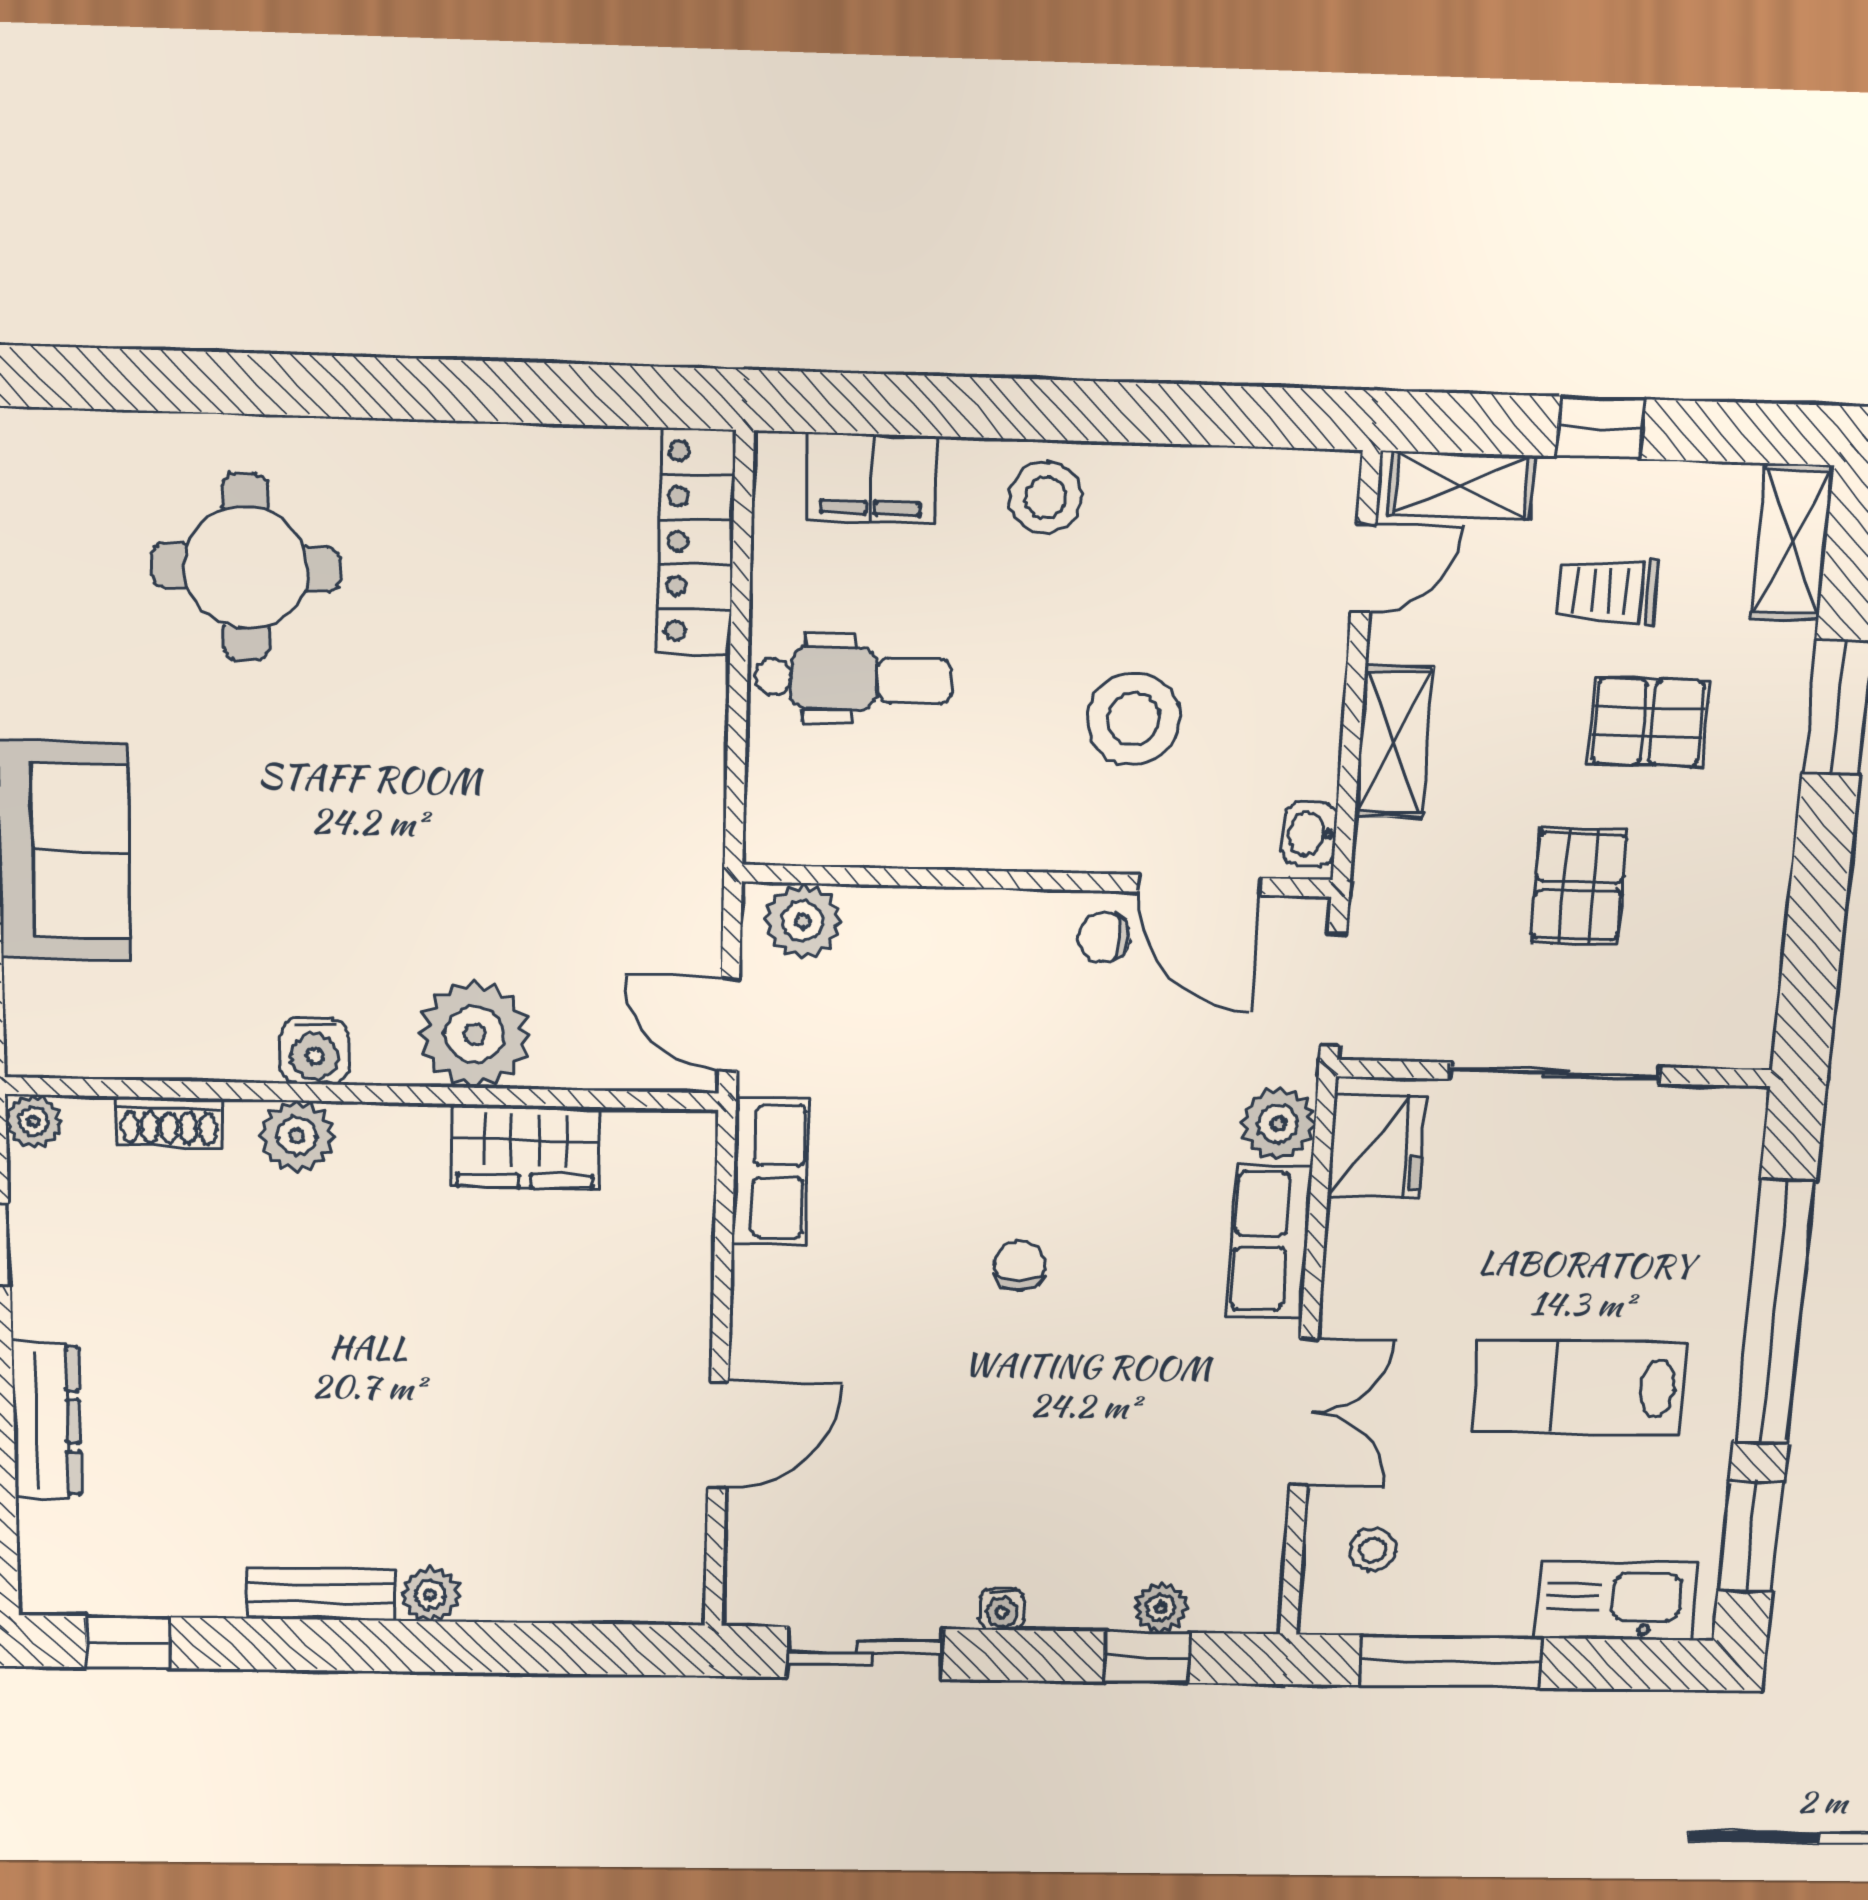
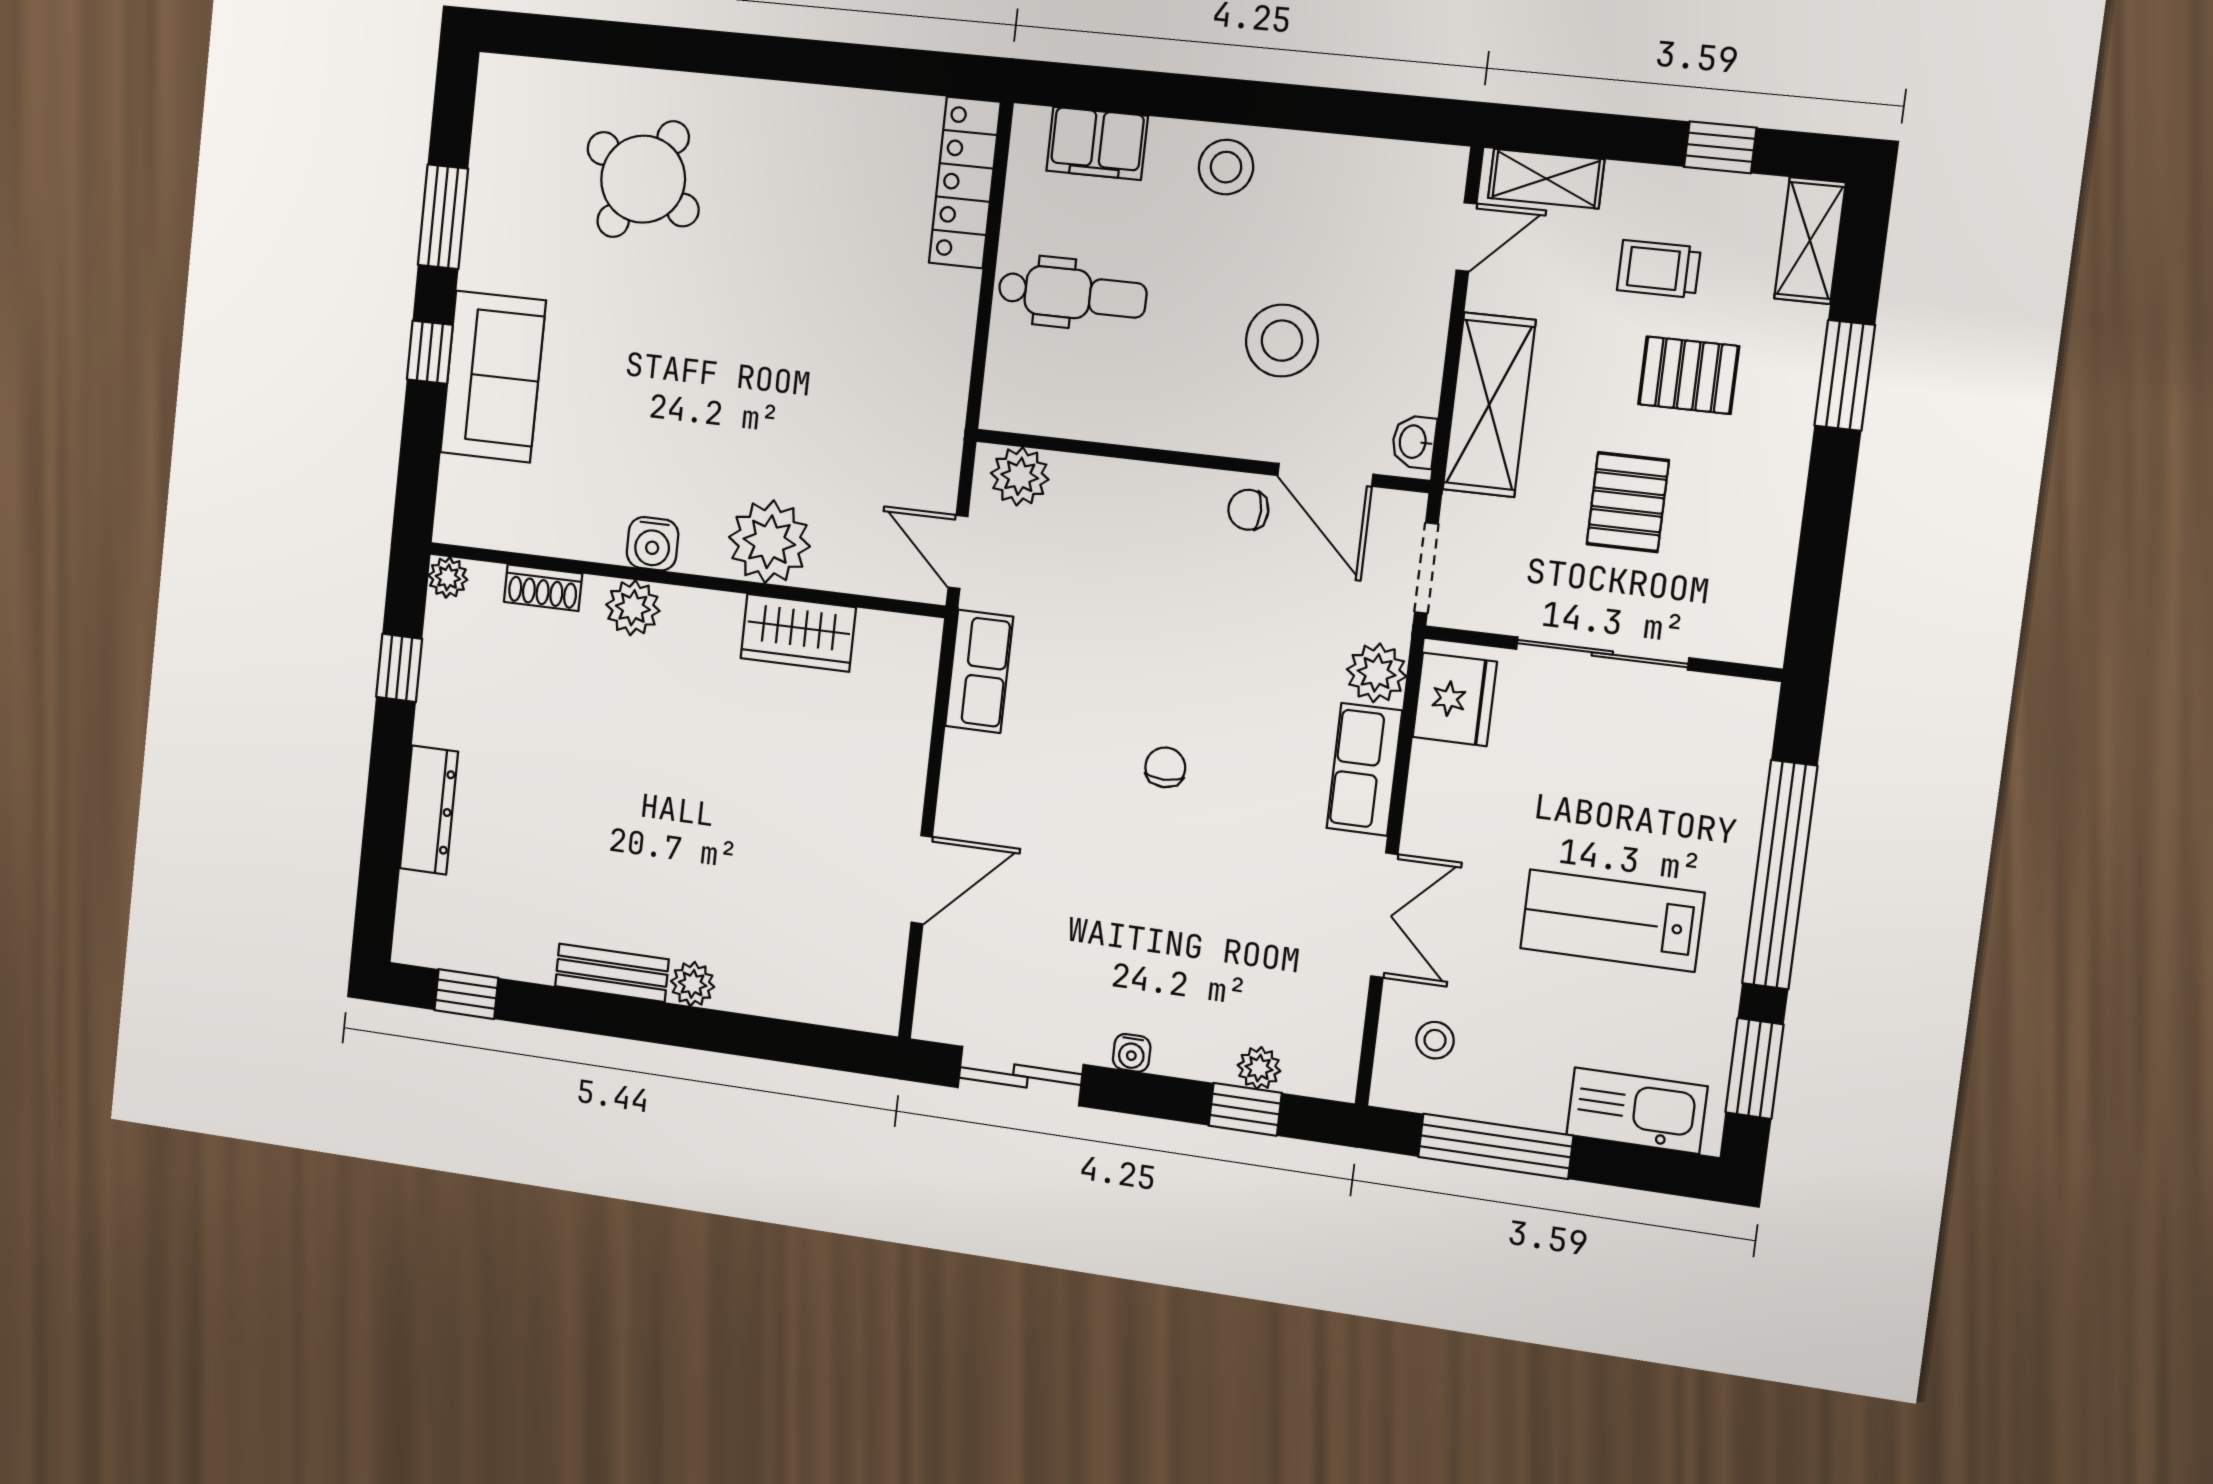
window: (1600, 428) -> (1720, 147), moved
round table: (246, 567) -> (643, 179), turned 31
shelving: (1394, 742) -> (1489, 405), width x1.50, depth x1.33

